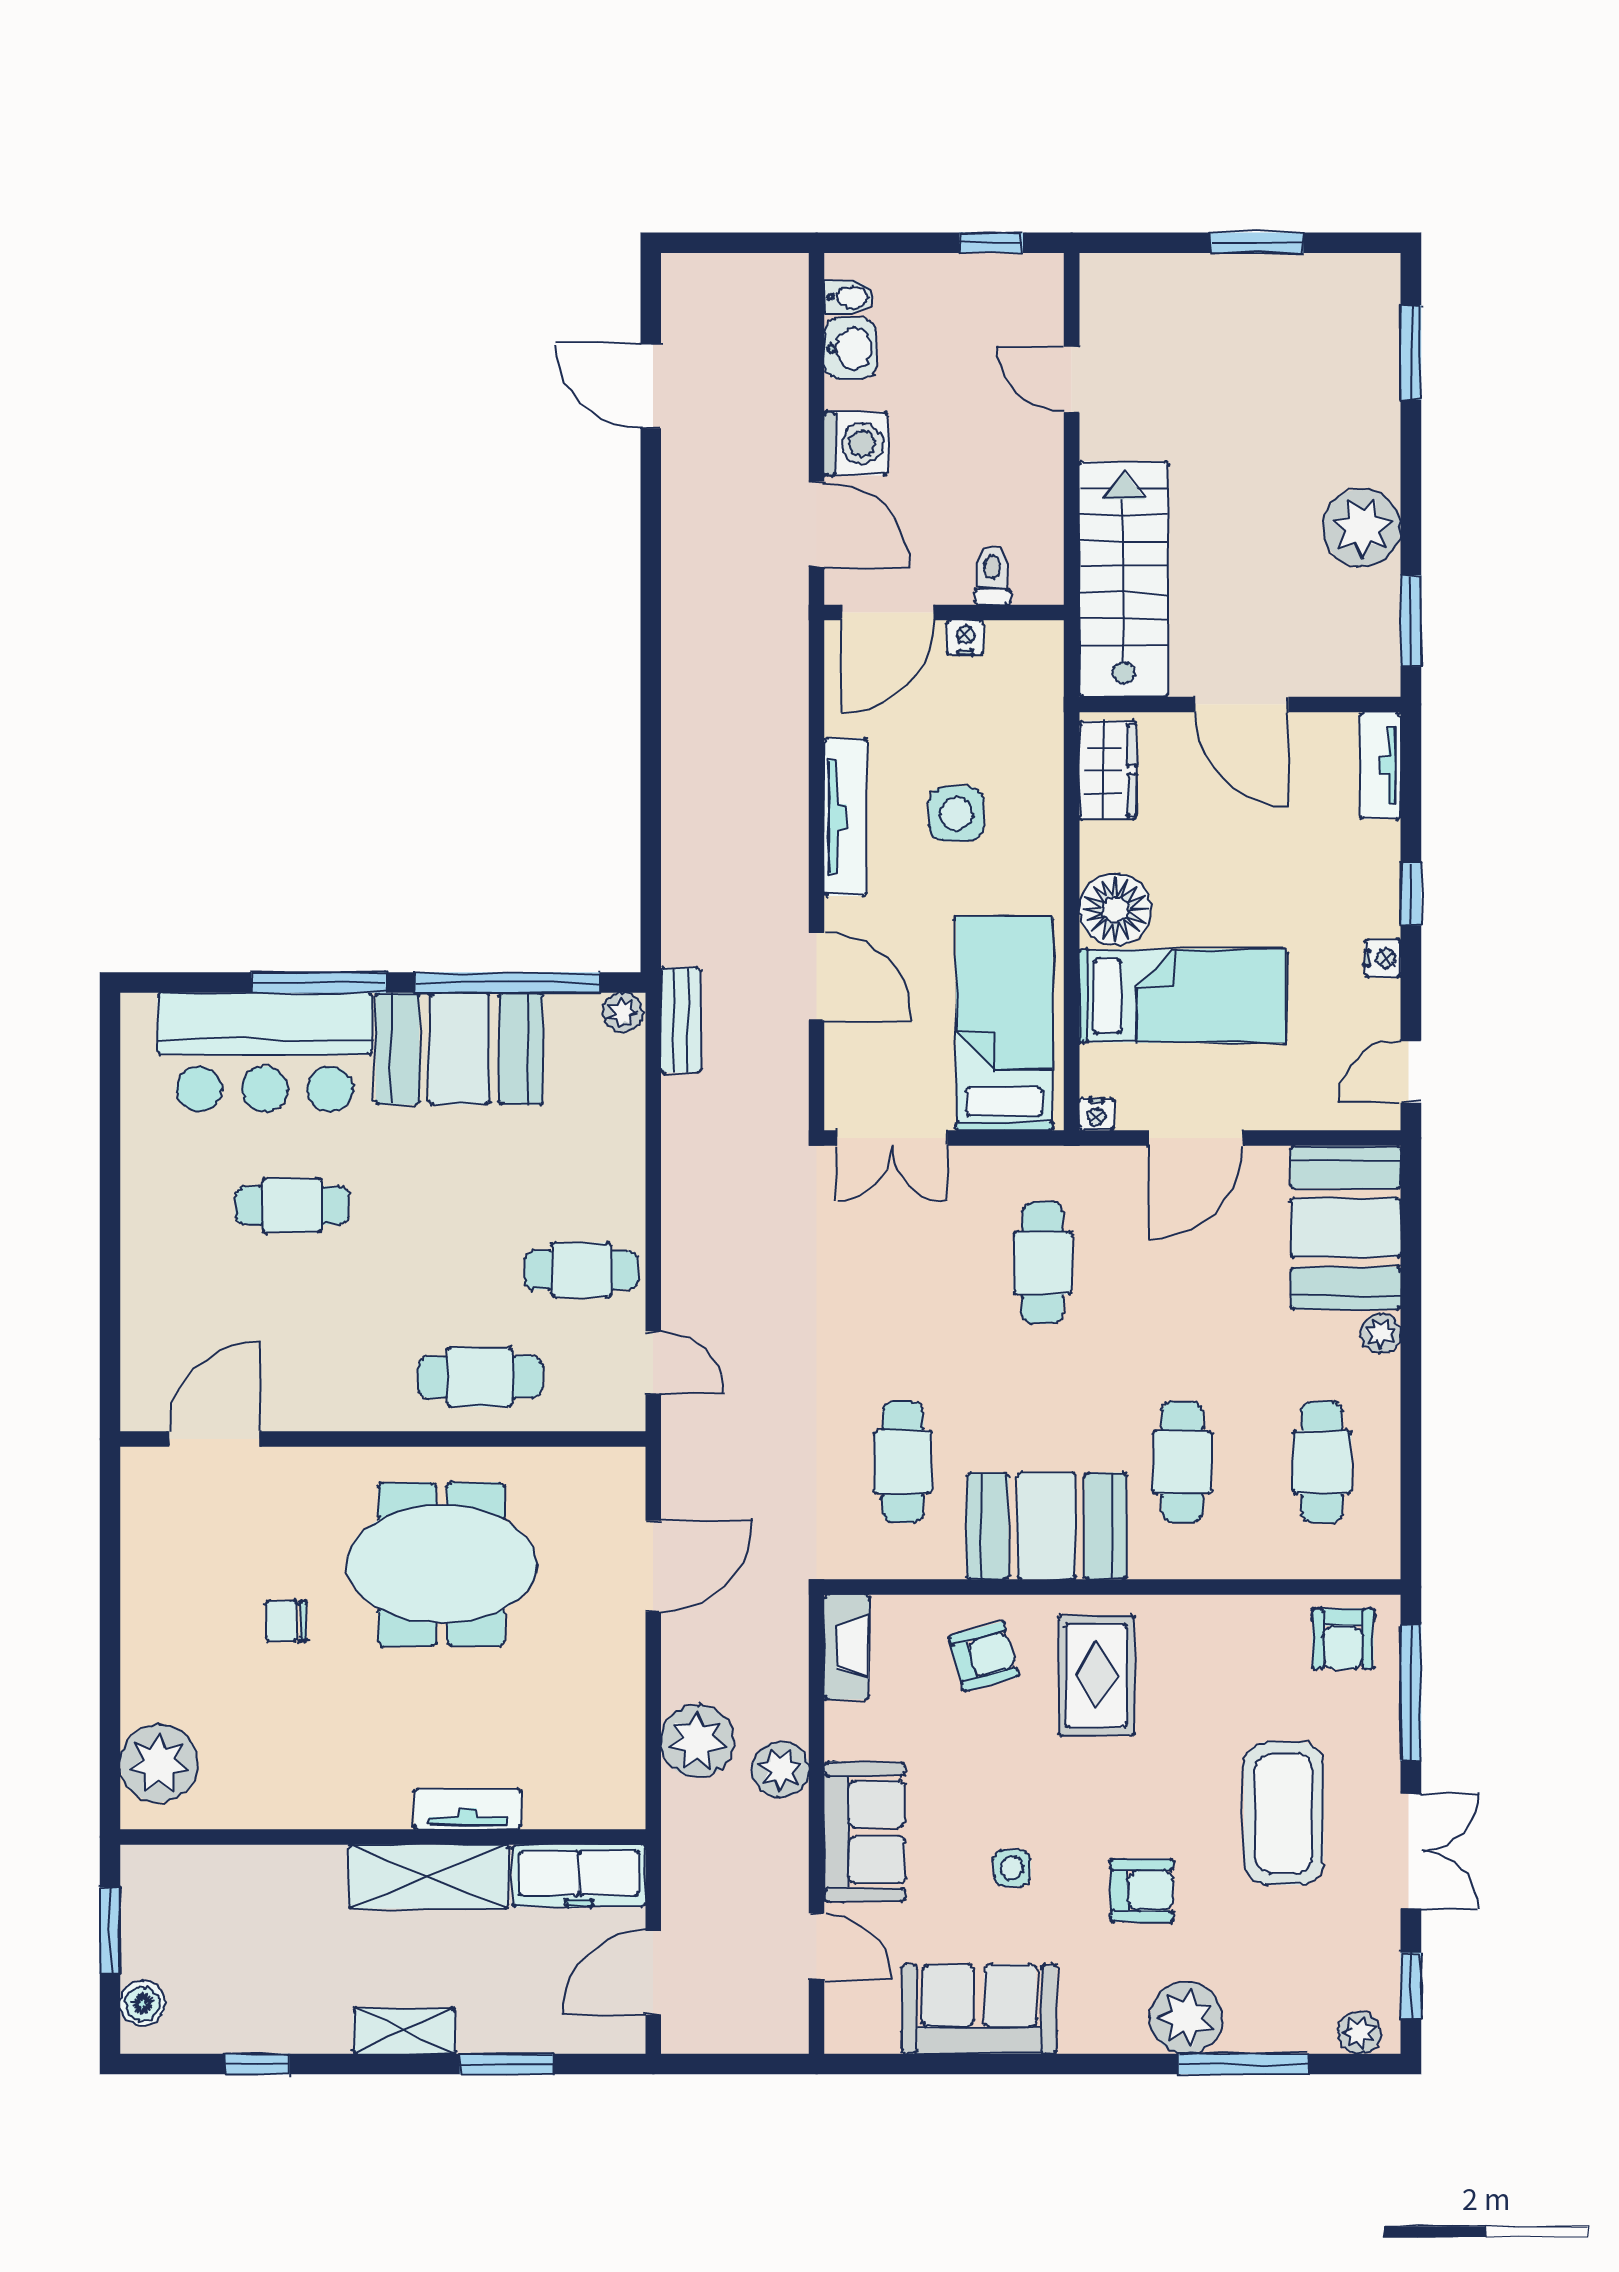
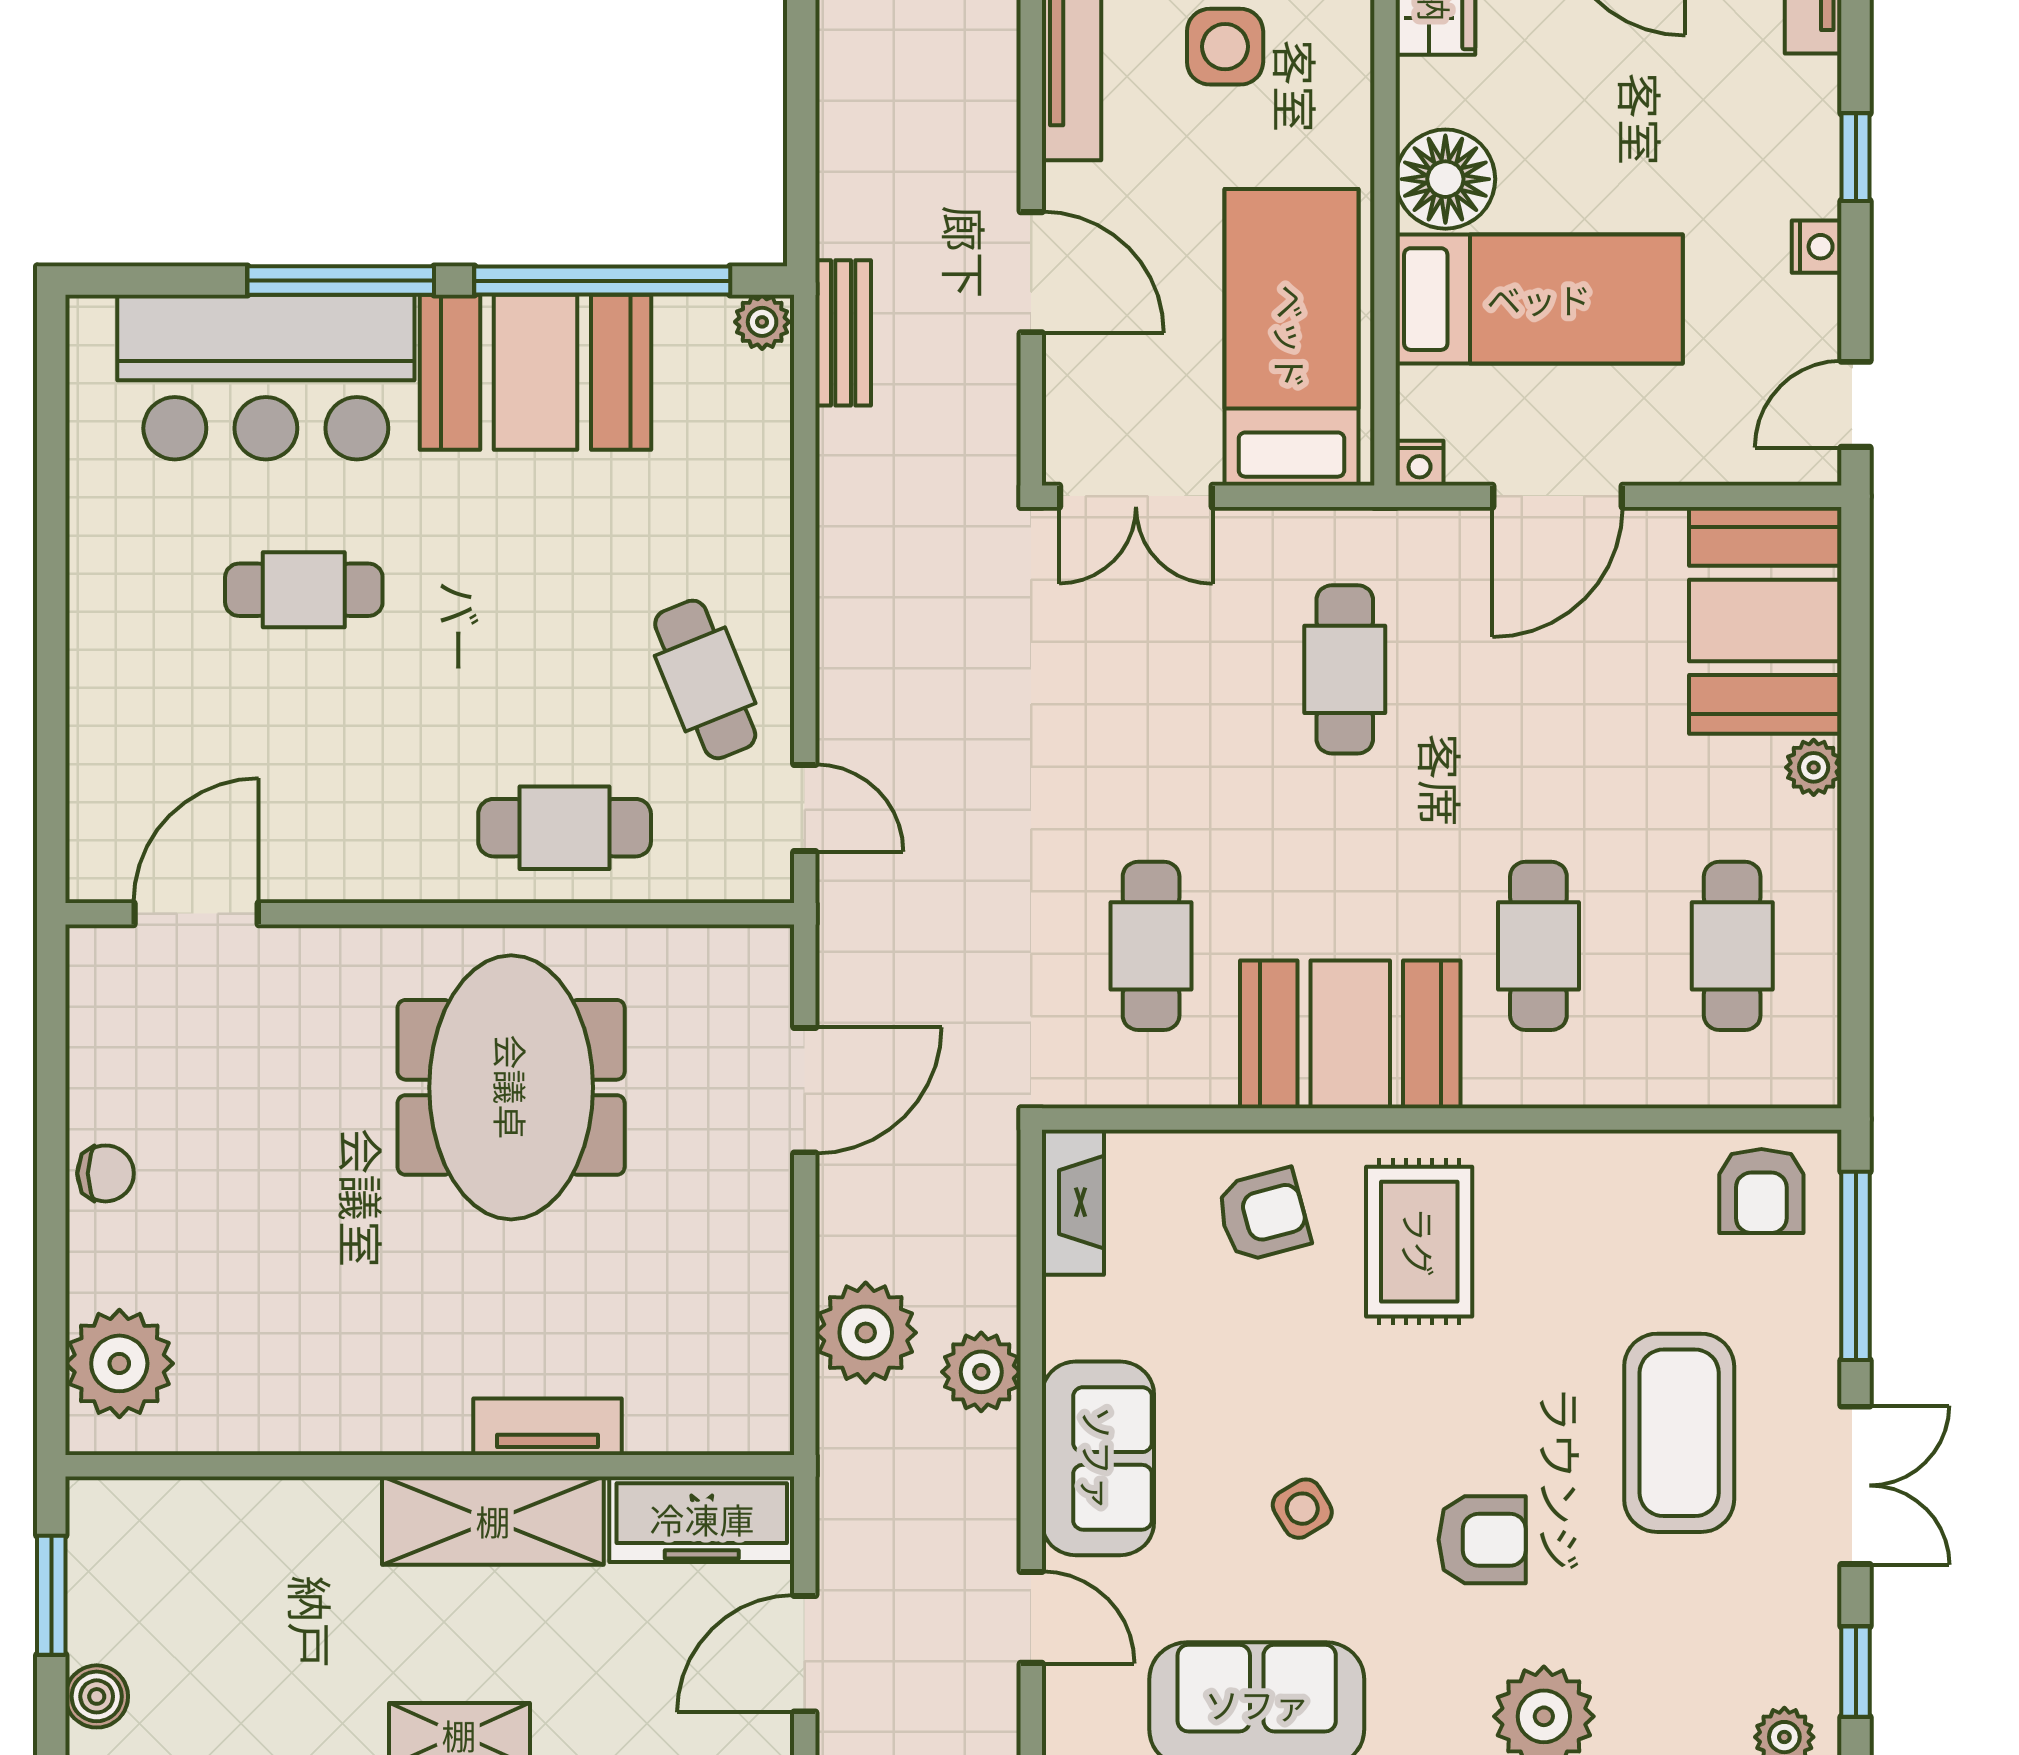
cafe table: (581, 1270) -> (705, 679), turned 68
meeting table: (441, 1564) -> (511, 1087), turned 90
chair: (286, 1621) -> (106, 1173), moved, turned 180
side table: (1012, 1868) -> (1302, 1509), turned -31

